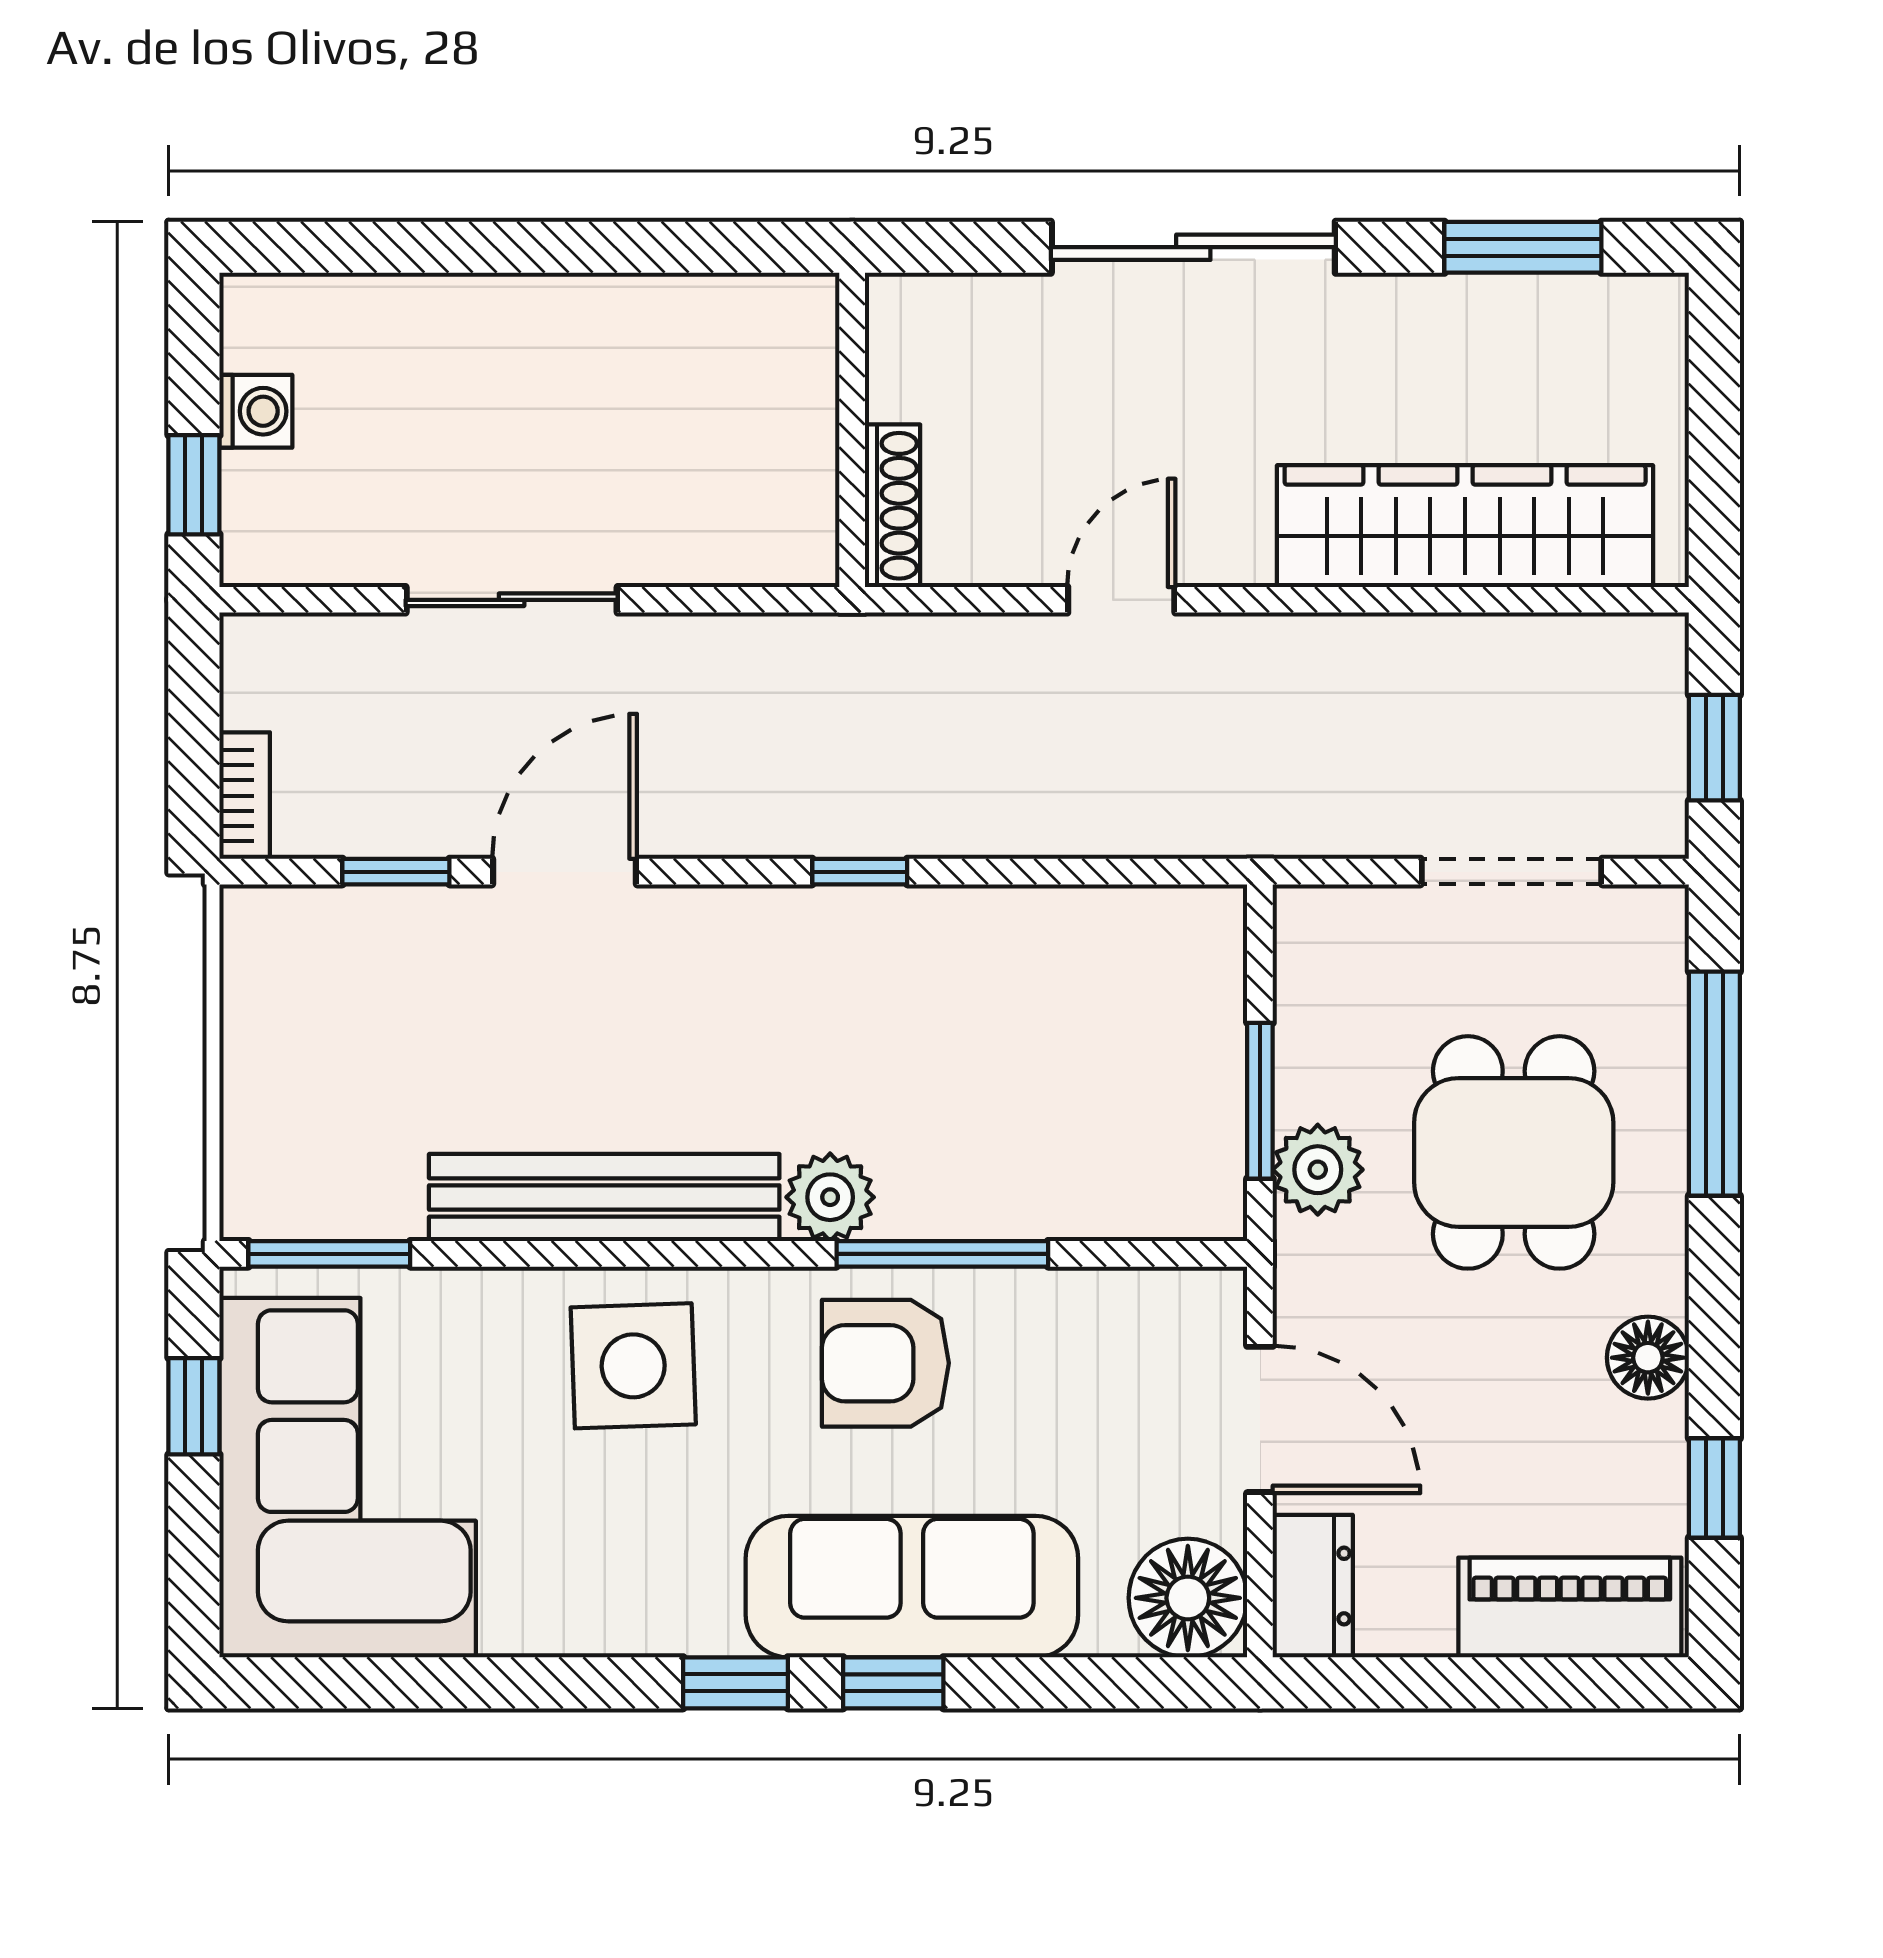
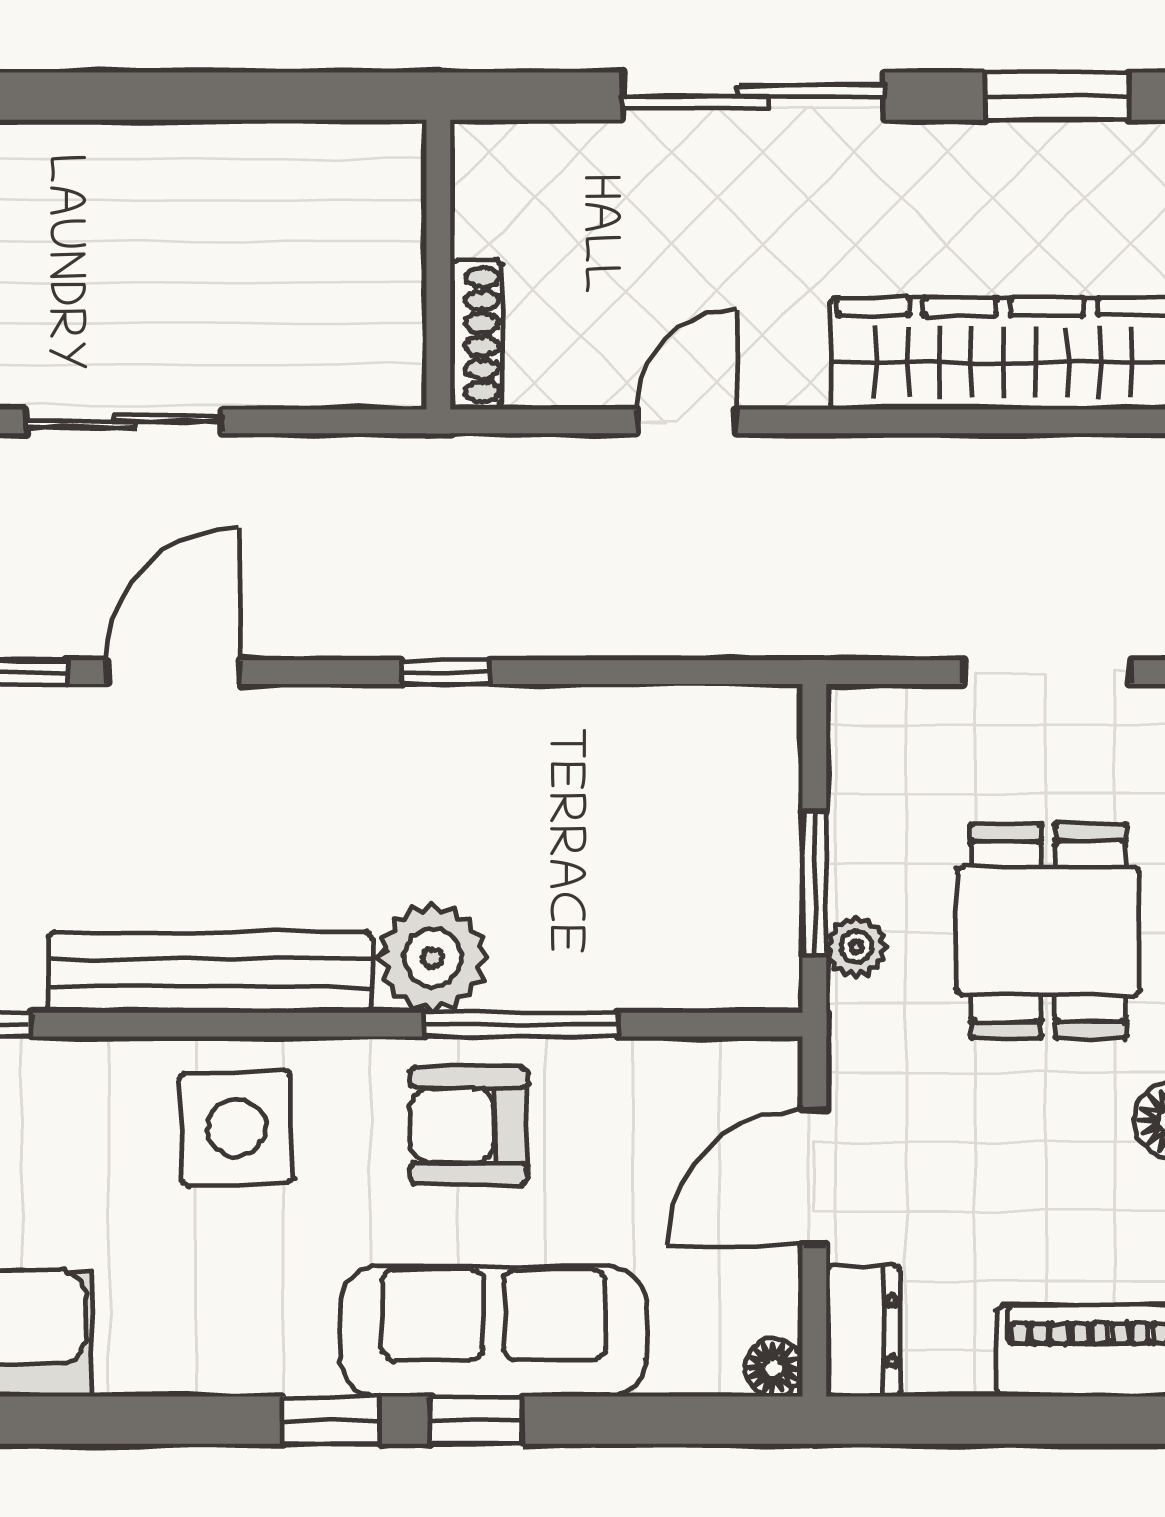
plant: (1318, 1170) -> (856, 947), width x0.73, depth x0.73
plant: (830, 1197) -> (433, 958), width x1.36, depth x1.36
door: (1260, 1419) -> (814, 1177), swing flipped
floor lamp: (1188, 1598) -> (774, 1368), width x0.53, depth x0.53

